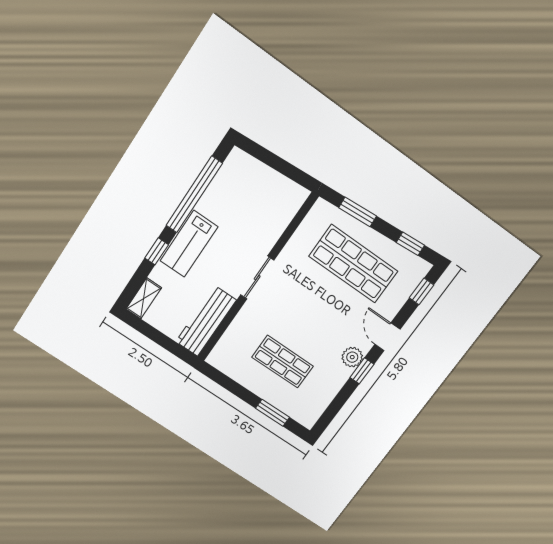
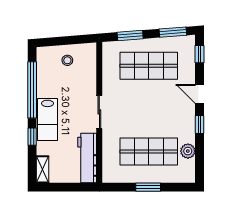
stool: (262, 189) -> (67, 60), added
window: (410, 244) -> (173, 32), width x1.50
plant: (352, 357) -> (188, 151), moved
shop shelf: (283, 362) -> (149, 152), width x1.43, depth x1.36
window: (273, 413) -> (148, 187), moved

